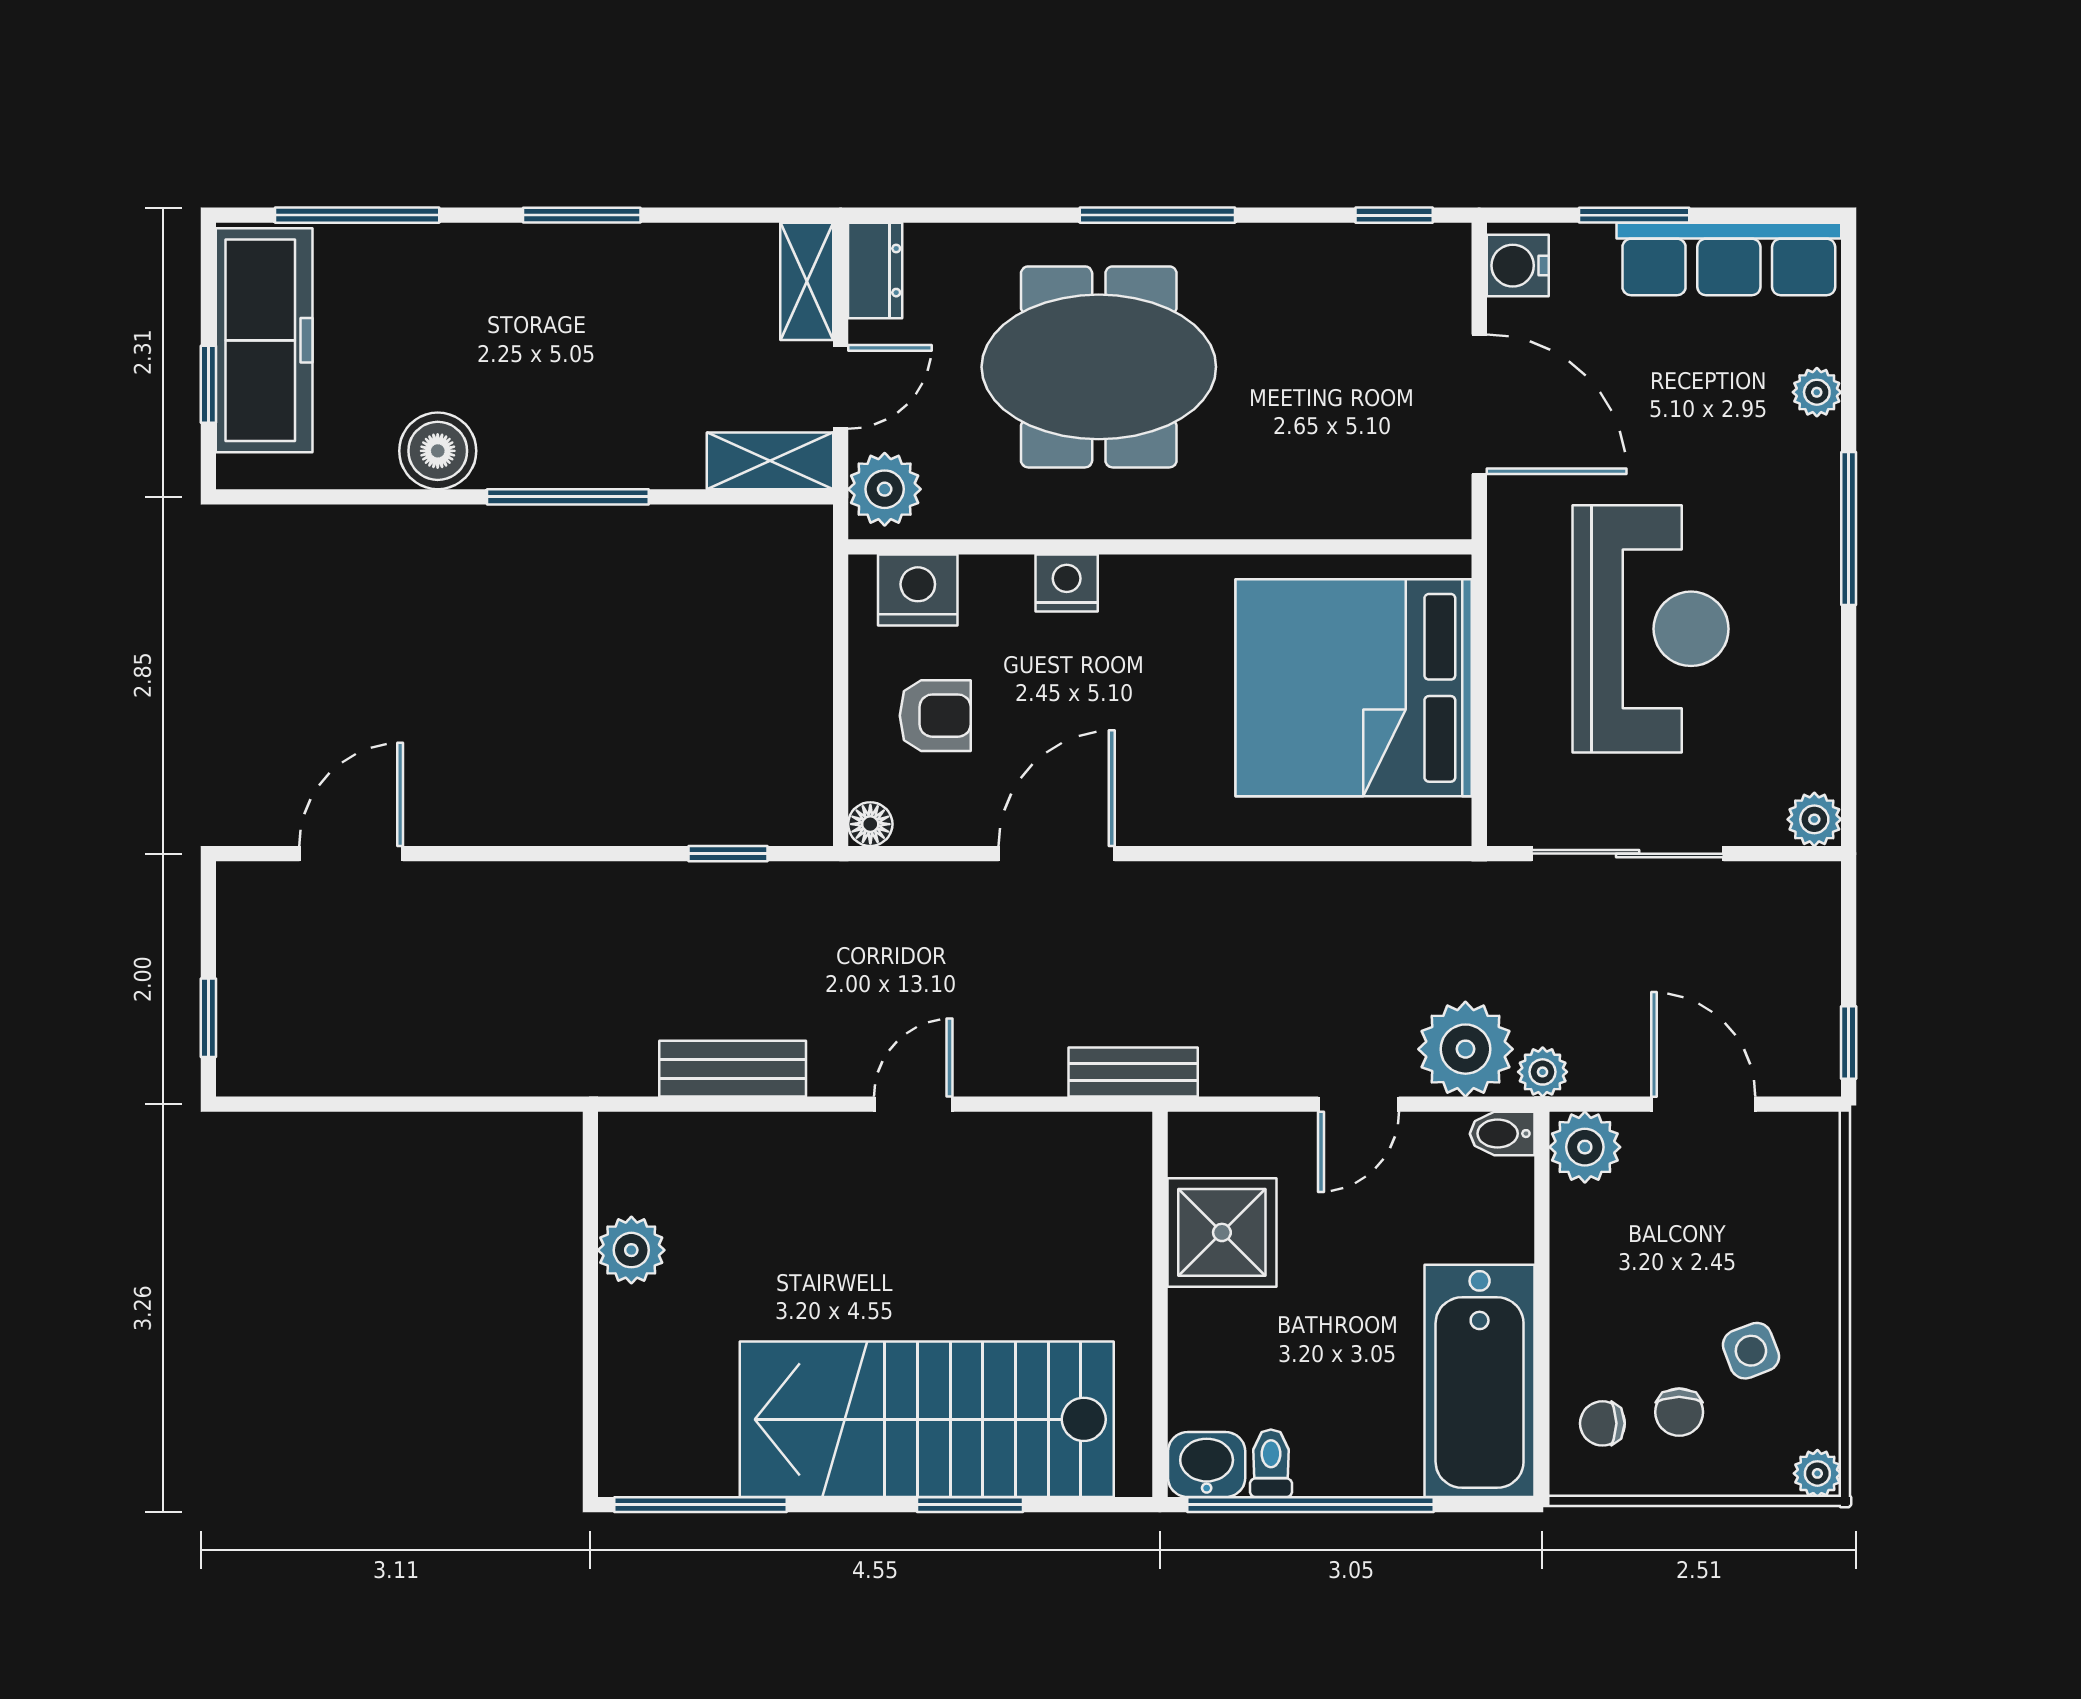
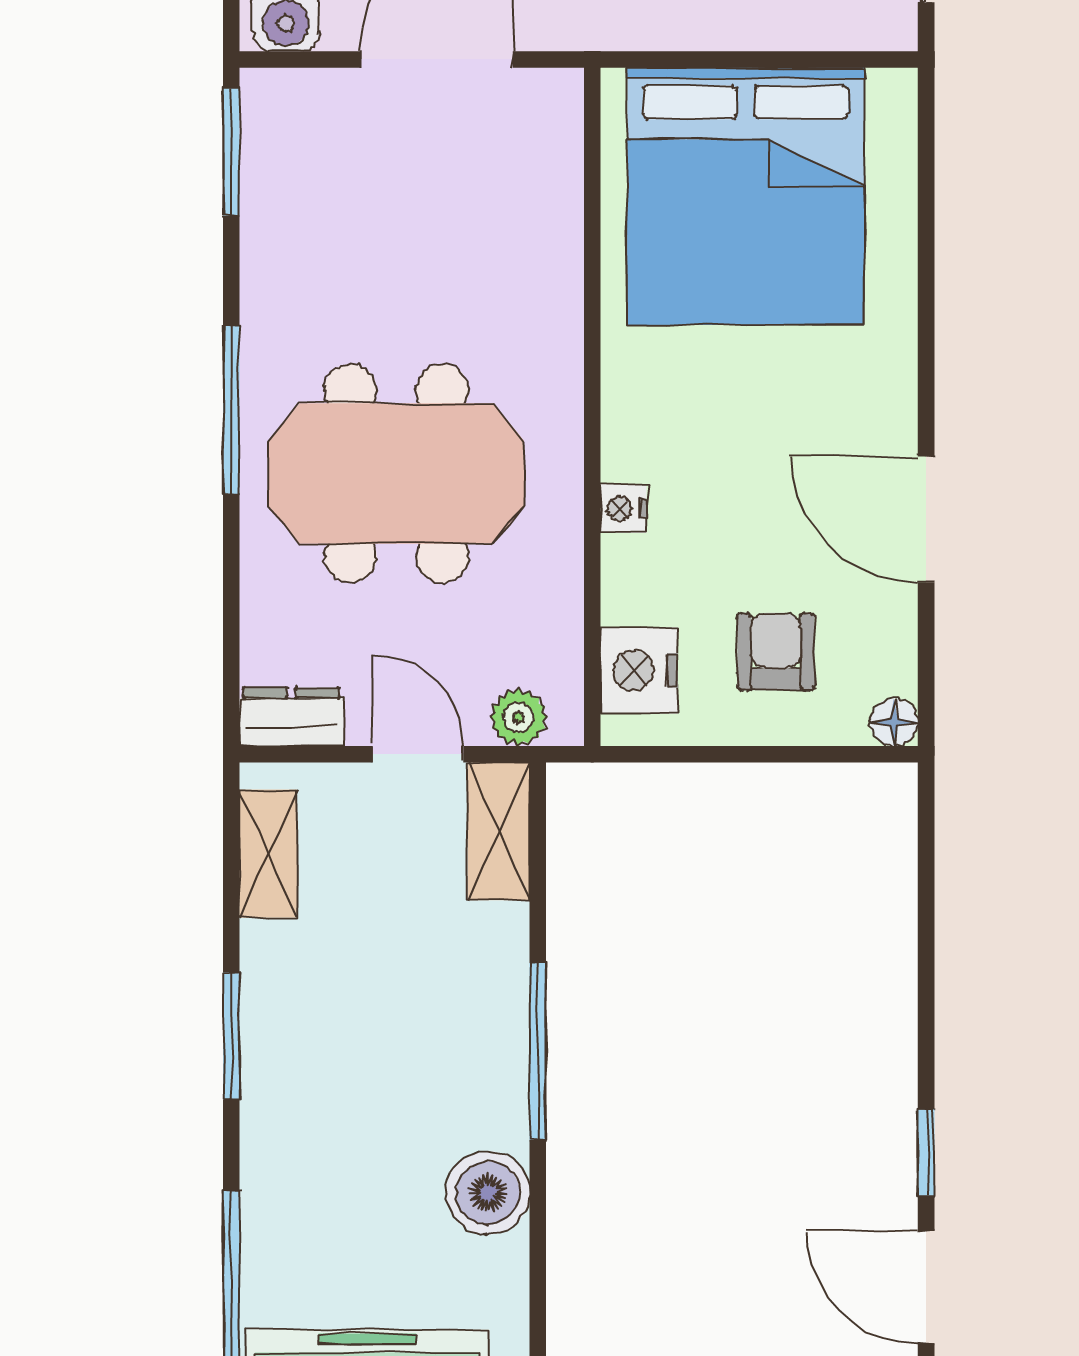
window: (1394, 215) -> (231, 152), width x1.50
shelving: (807, 281) -> (268, 854), moved, turned 90
meeting table: (1099, 367) -> (396, 473), turned 90
plant: (885, 489) -> (519, 717), width x0.73, depth x0.73
nightstand: (1067, 583) -> (623, 508), width x0.72, depth x0.74
window: (728, 854) -> (926, 1153), moved

